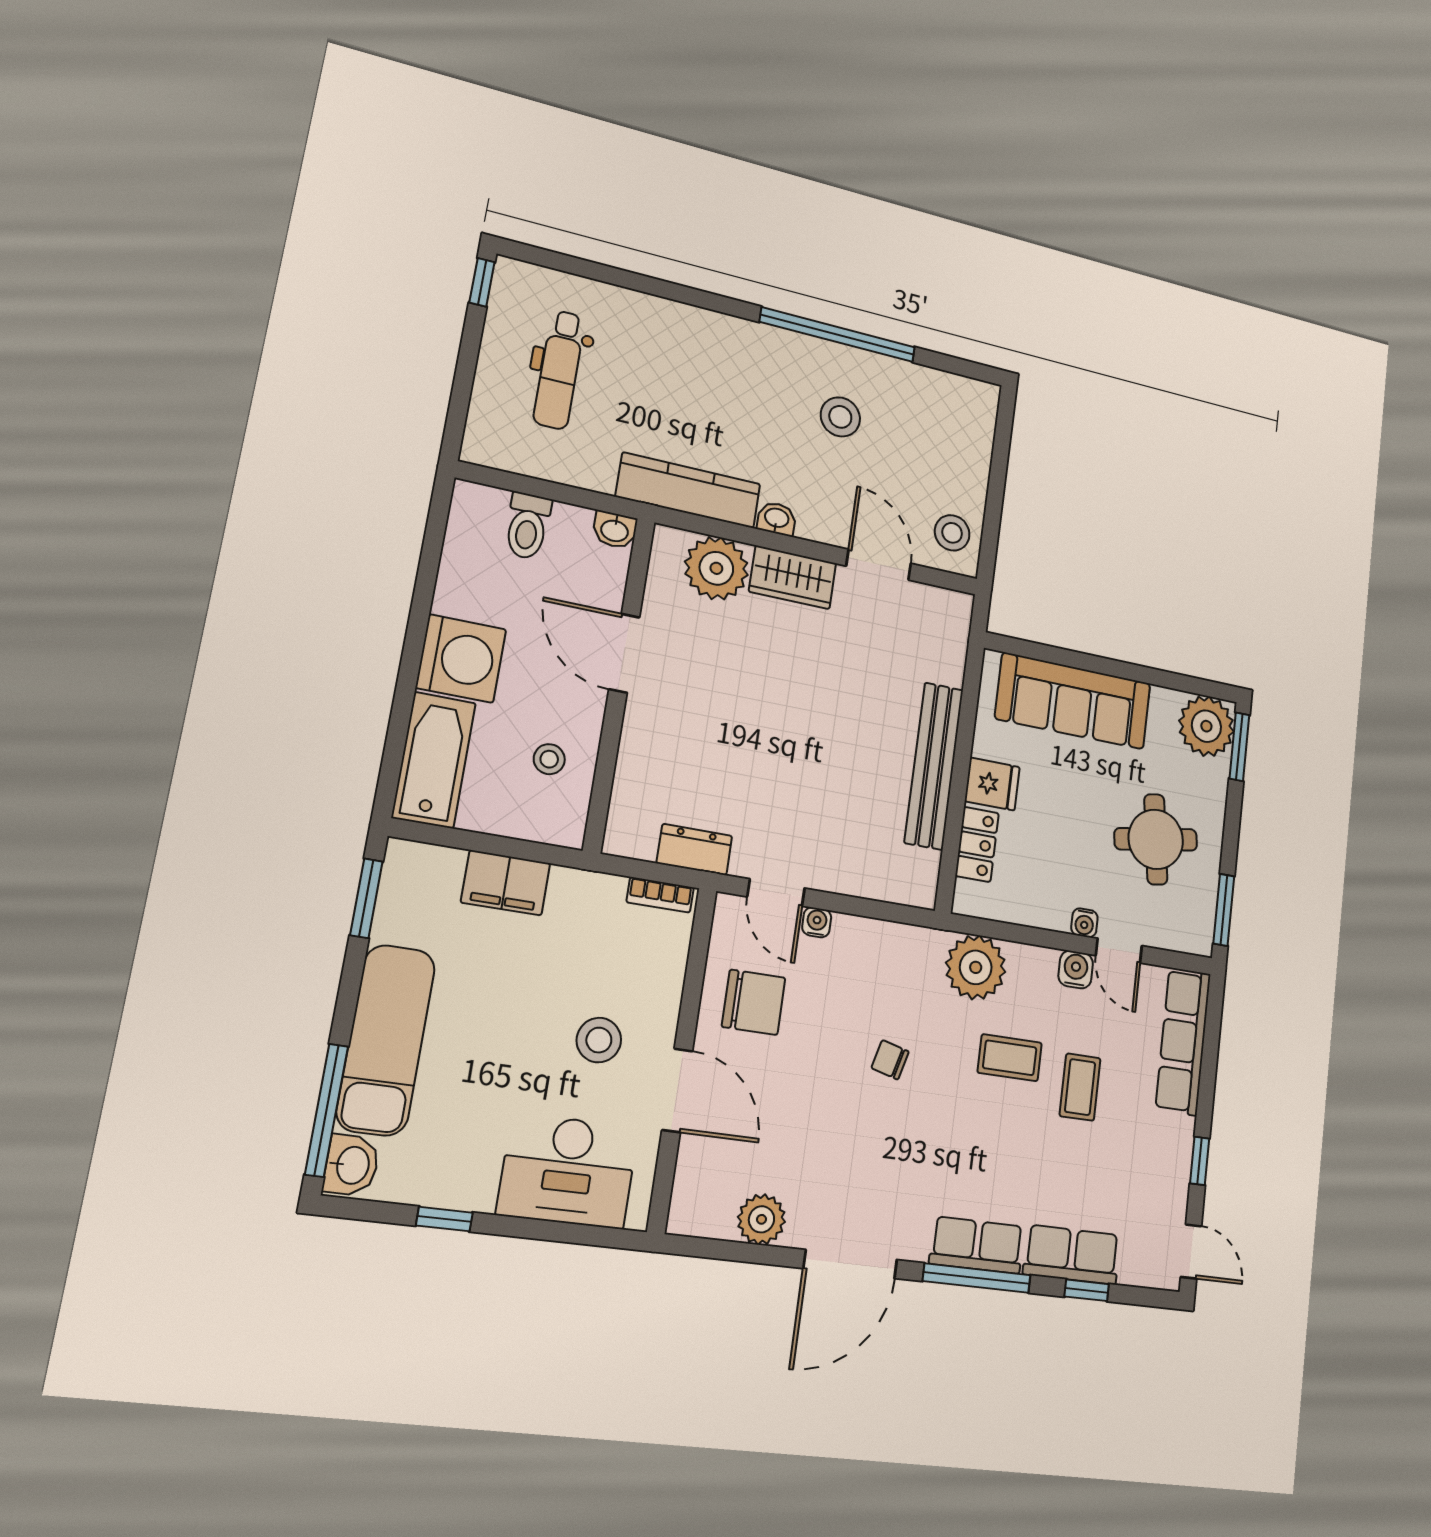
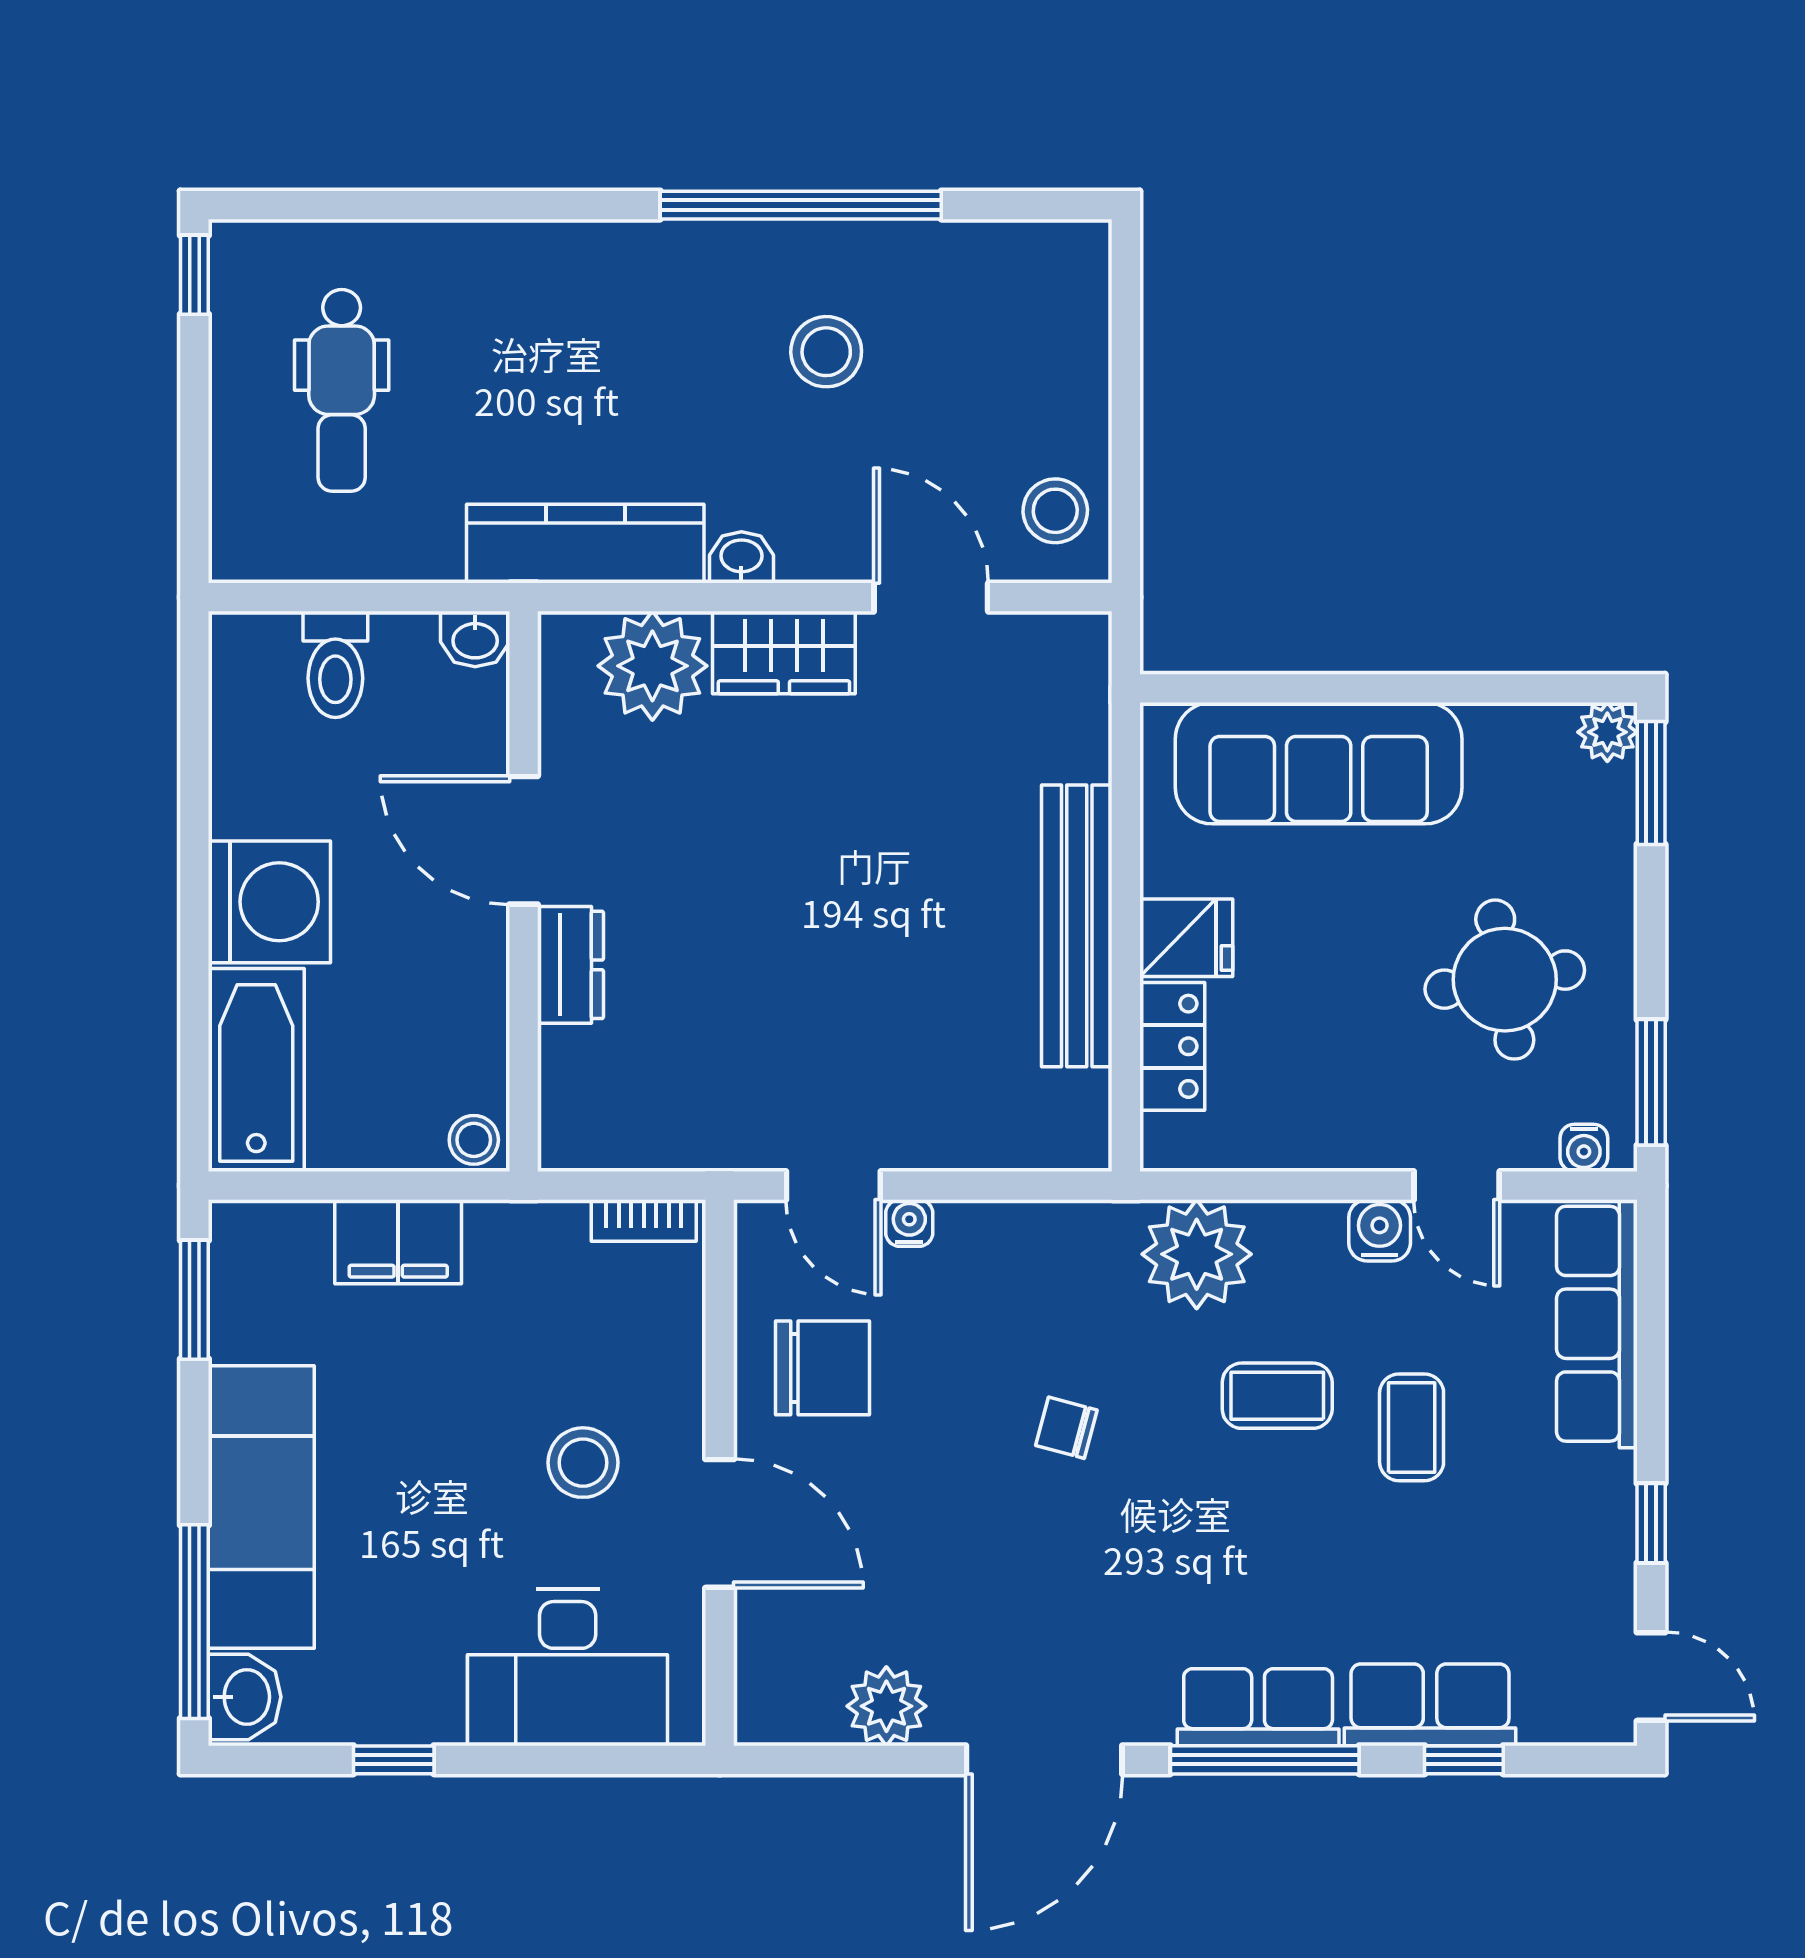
plant: (1206, 726) -> (1607, 732), width x0.53, depth x0.53
stool: (549, 759) -> (474, 1140), moved
dresser: (694, 850) -> (570, 965), moved, turned 90
water cooler: (1084, 923) -> (1584, 1148), moved

